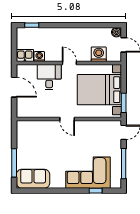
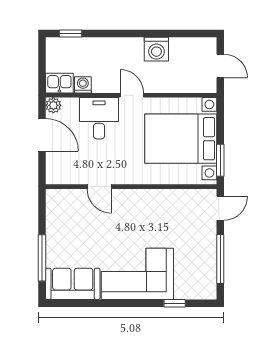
boiler: (116, 32) -> (209, 45), removed
washing machine: (99, 54) -> (156, 49), moved, turned 180
plant: (21, 69) -> (53, 105), added
door: (67, 119) -> (99, 187), moved
corner sofa: (88, 173) -> (137, 274), moved

